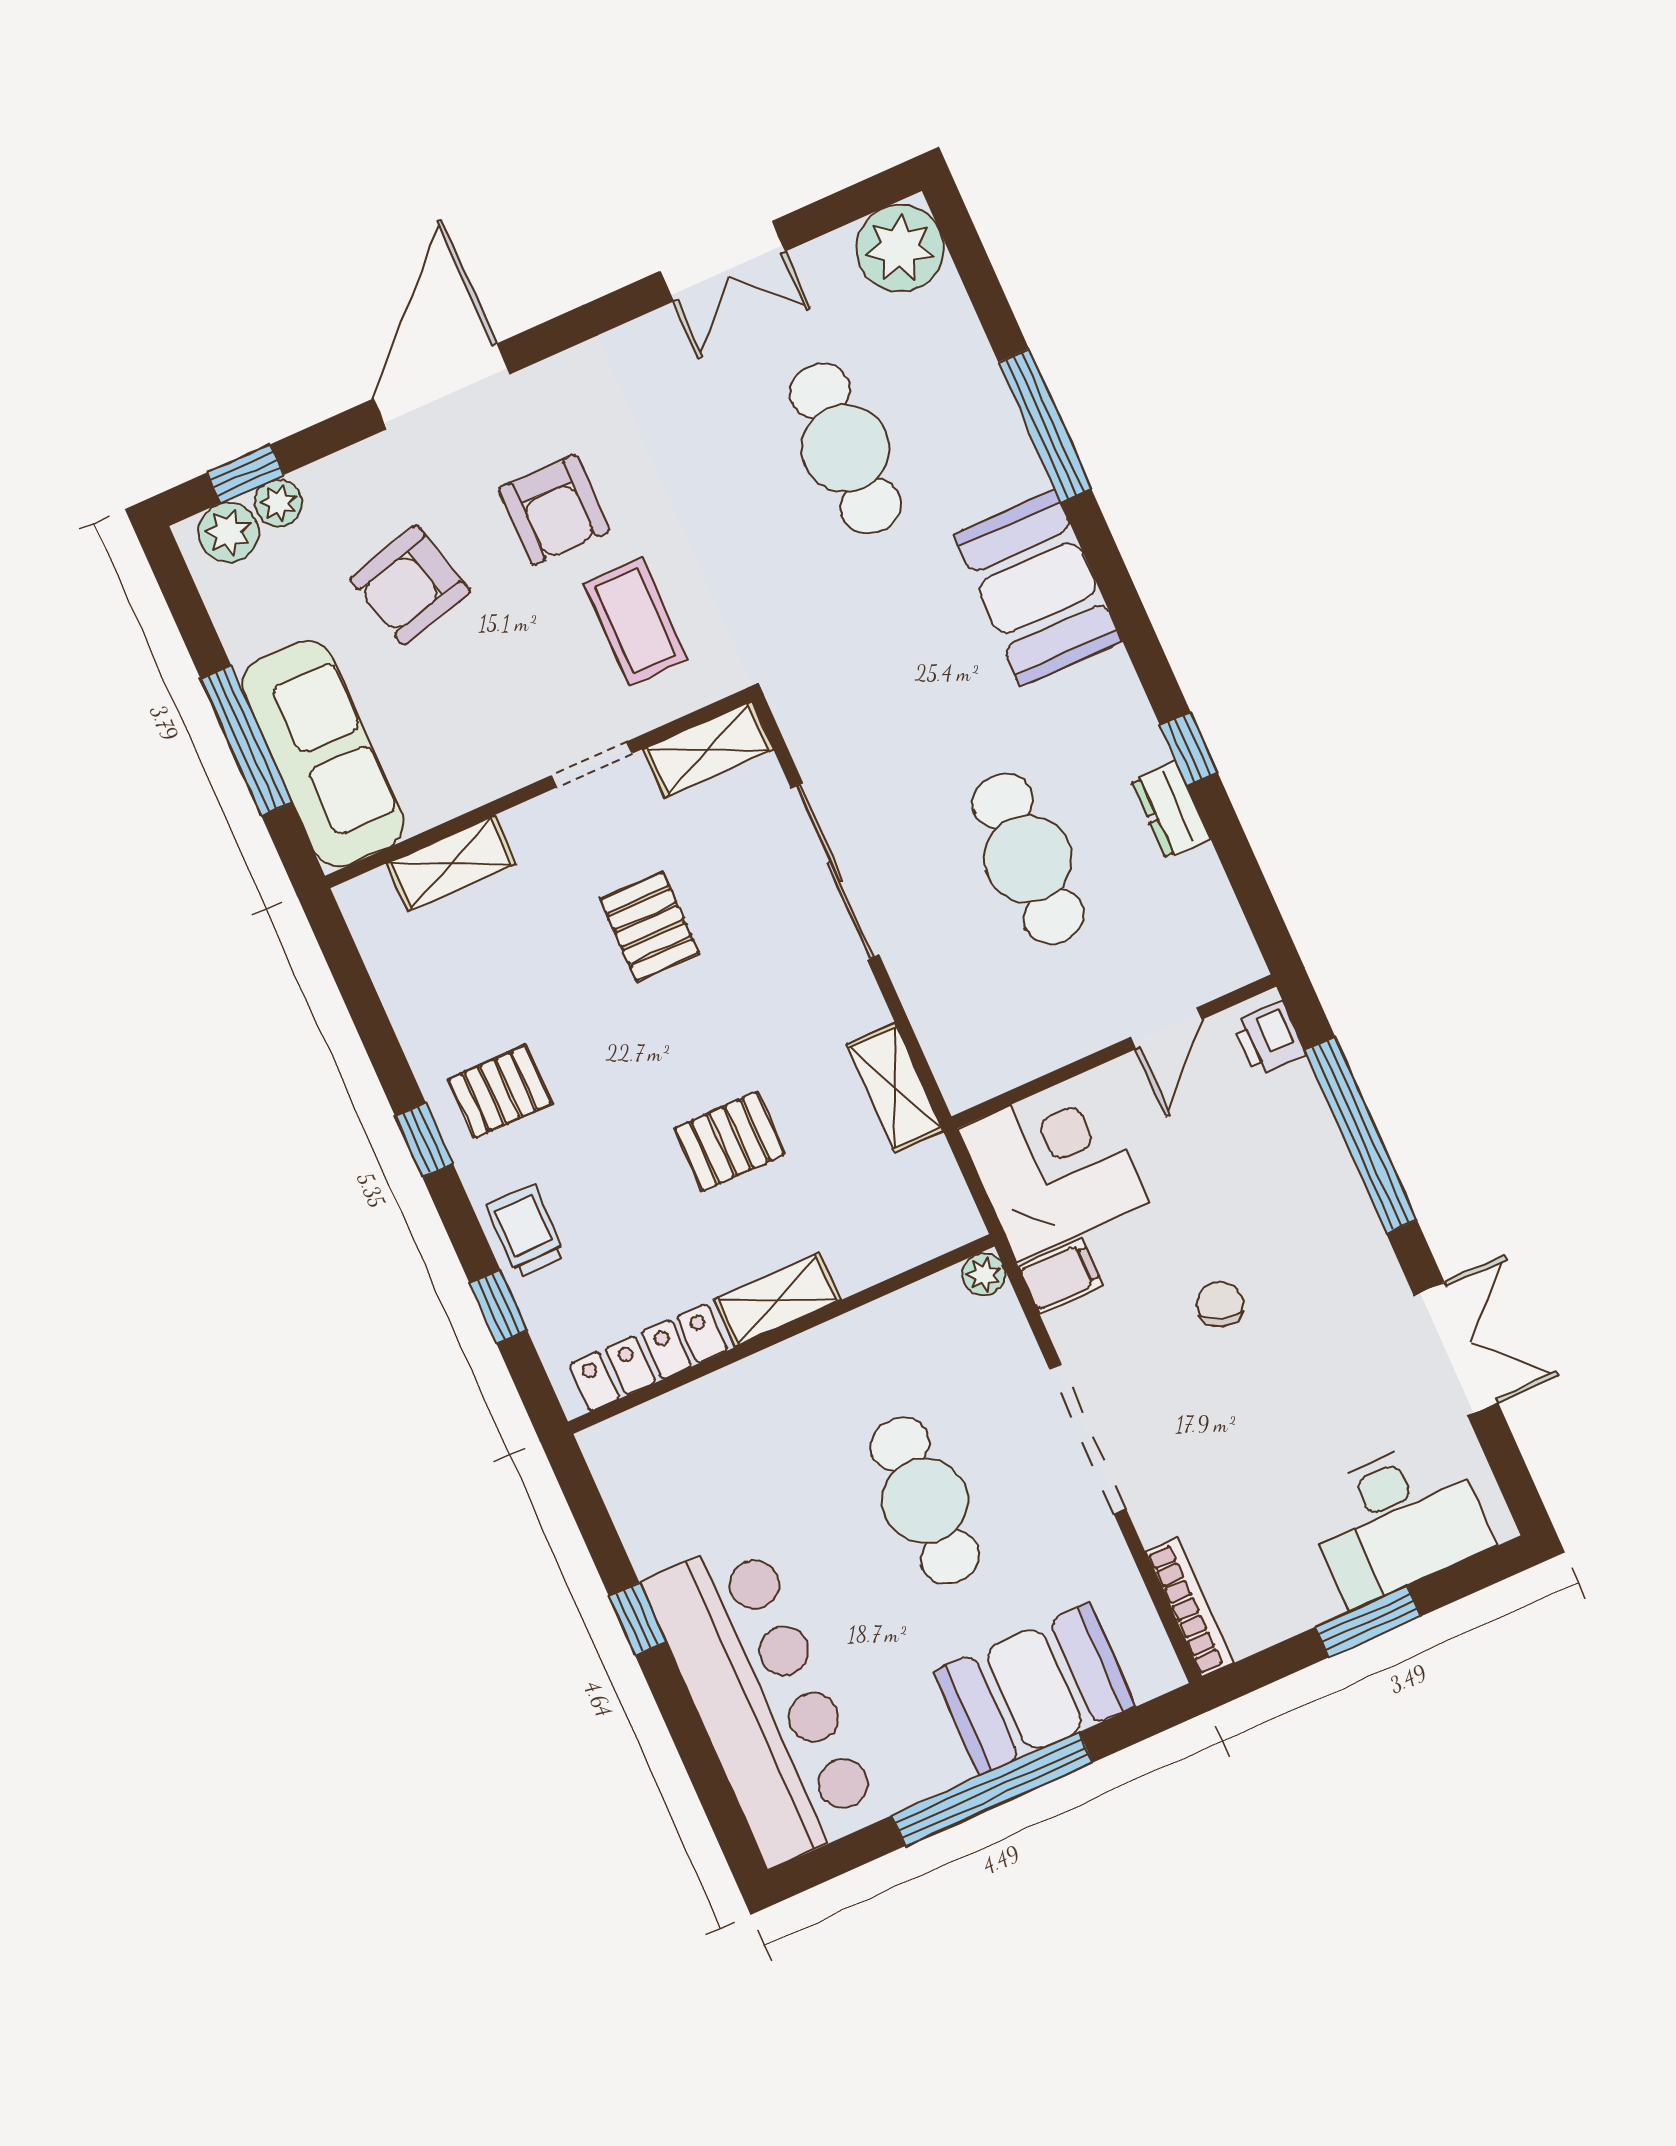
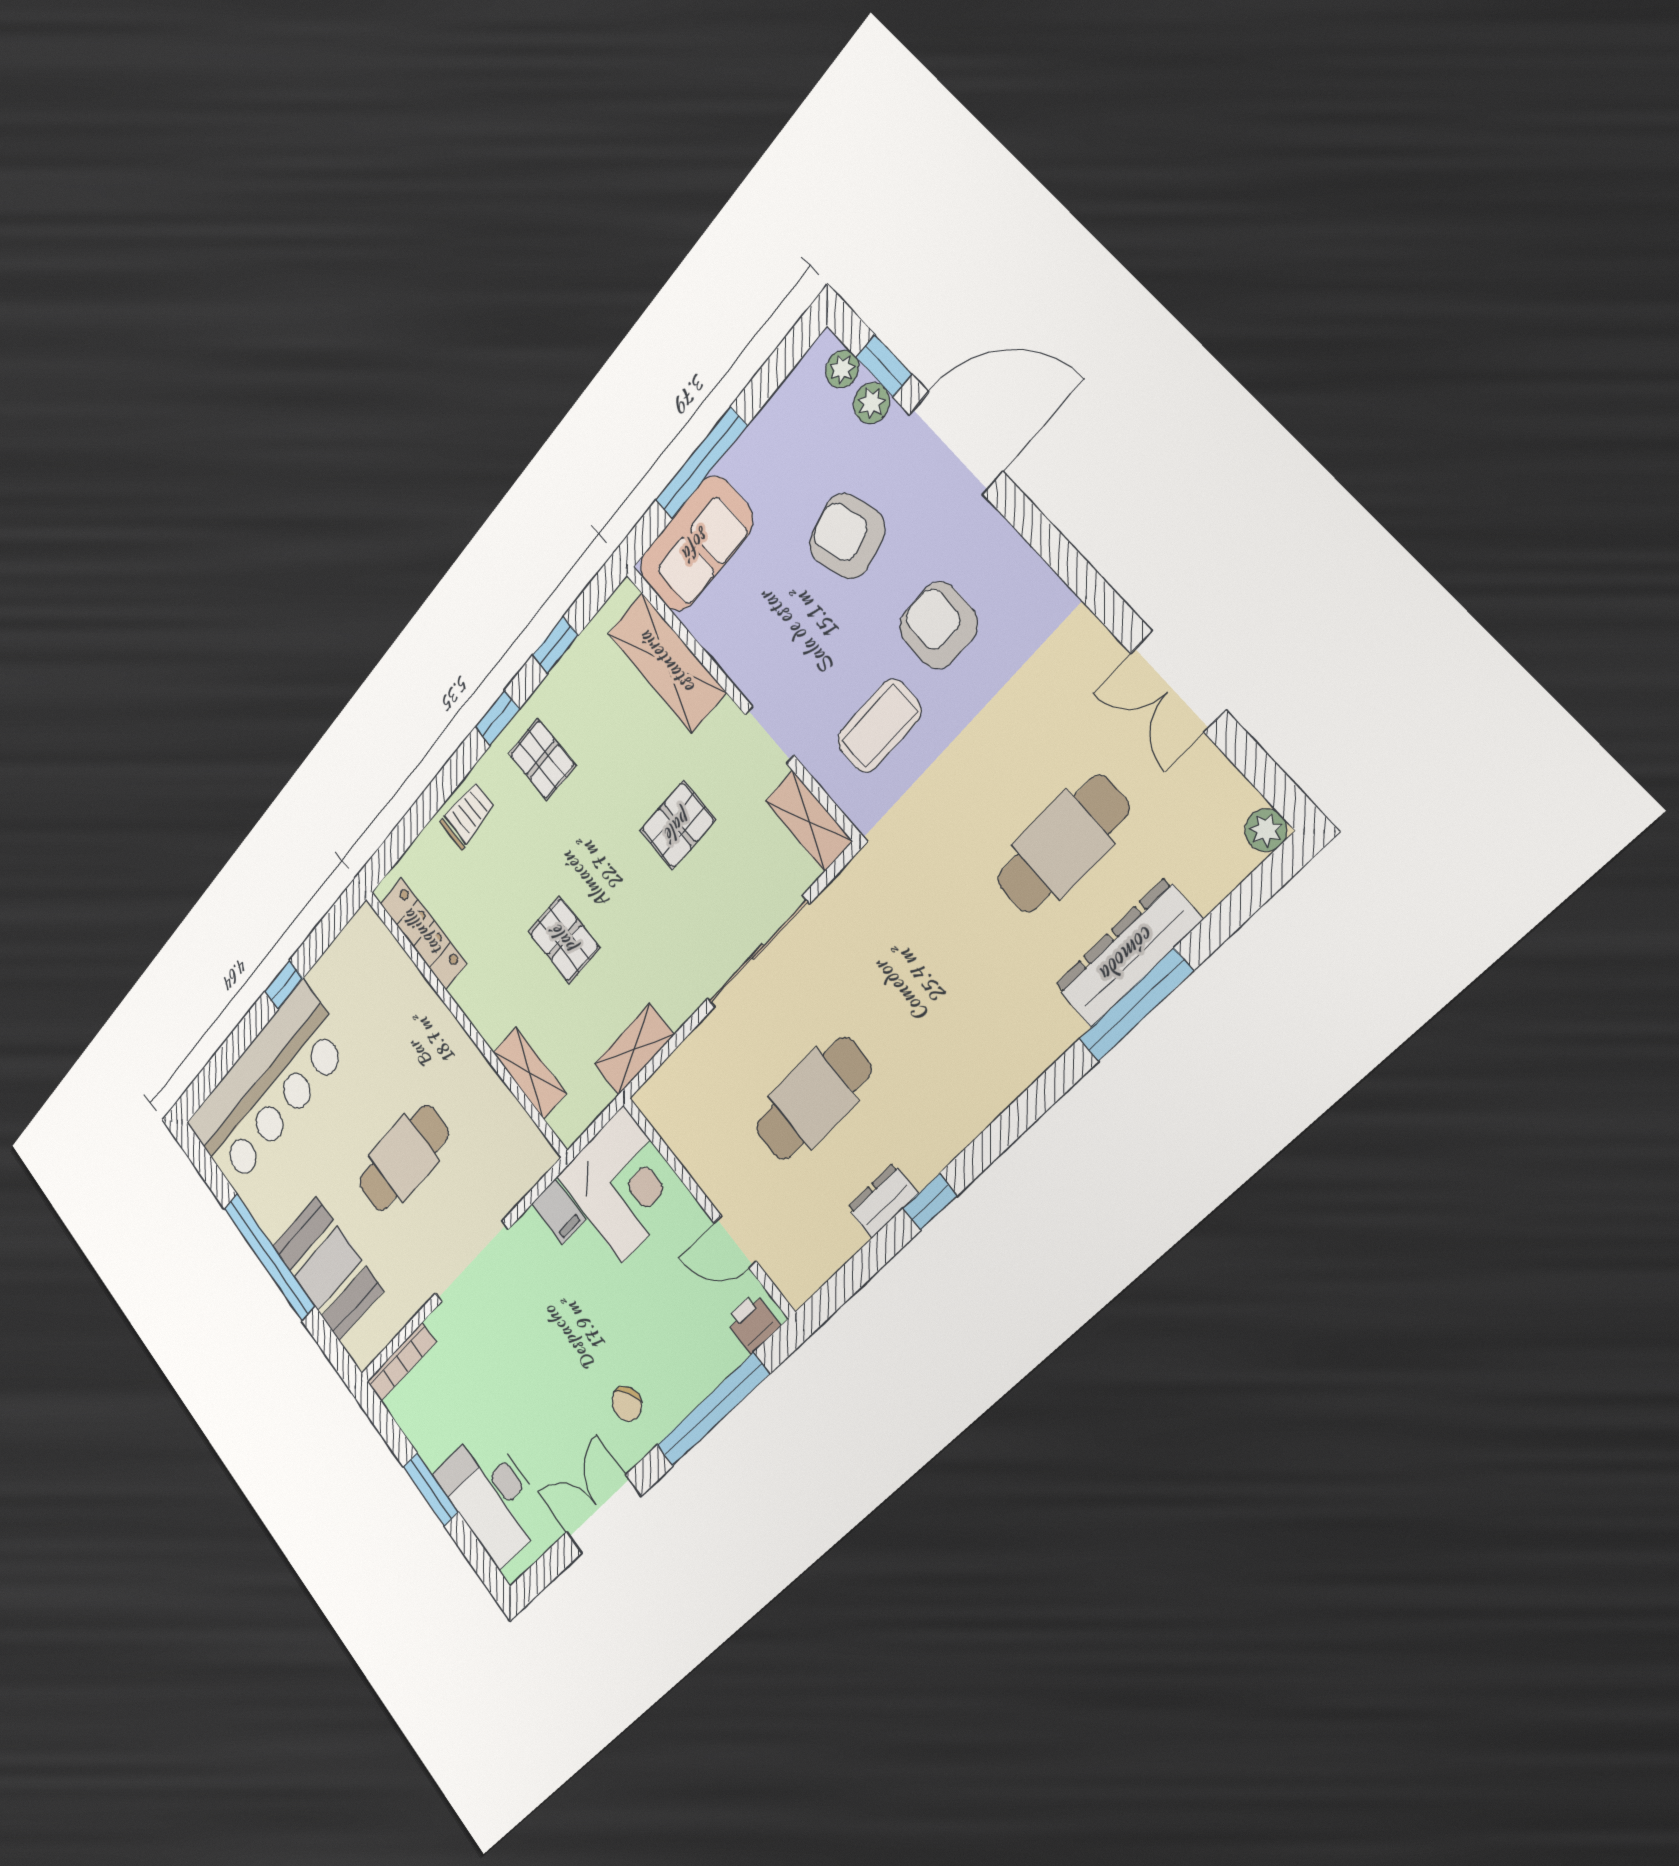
plant: (900, 248) -> (1266, 830), width x0.53, depth x0.53
door: (442, 386) -> (956, 443), moved
dresser: (986, 415) -> (1128, 953), added
armchair: (554, 510) -> (939, 625), turned 90
plant: (228, 532) -> (842, 369), width x0.73, depth x0.73
booth: (1038, 588) -> (1008, 1041), removed
sofa: (323, 754) -> (696, 544), width x0.73
shelving: (451, 863) -> (667, 663), width x1.50, depth x1.33
plant: (984, 1275) -> (542, 1155), removed
shelving: (777, 1300) -> (529, 1073), moved
chair: (1220, 1304) -> (627, 1404), moved, turned 129
window: (498, 1307) -> (555, 645), moved
double door: (1456, 1349) -> (603, 1514), swing flipped

